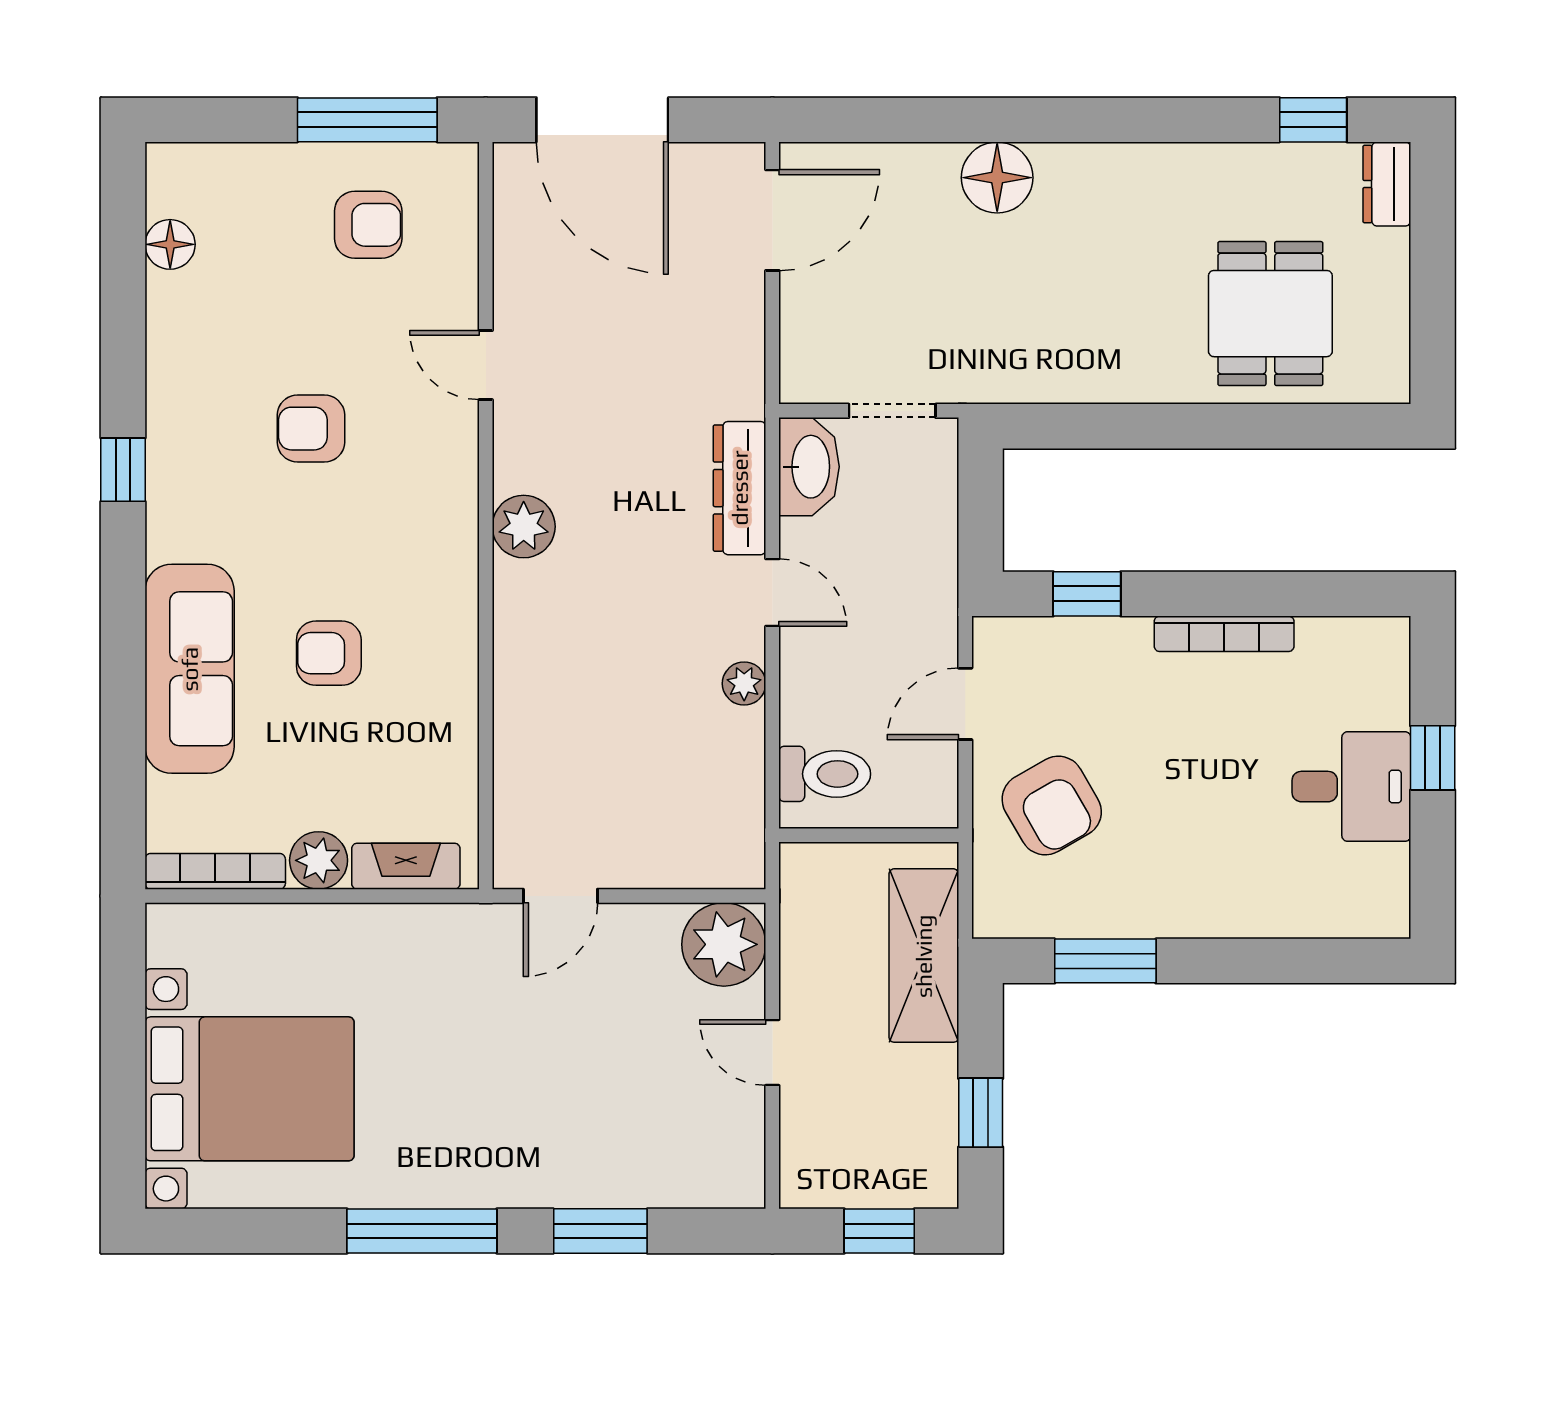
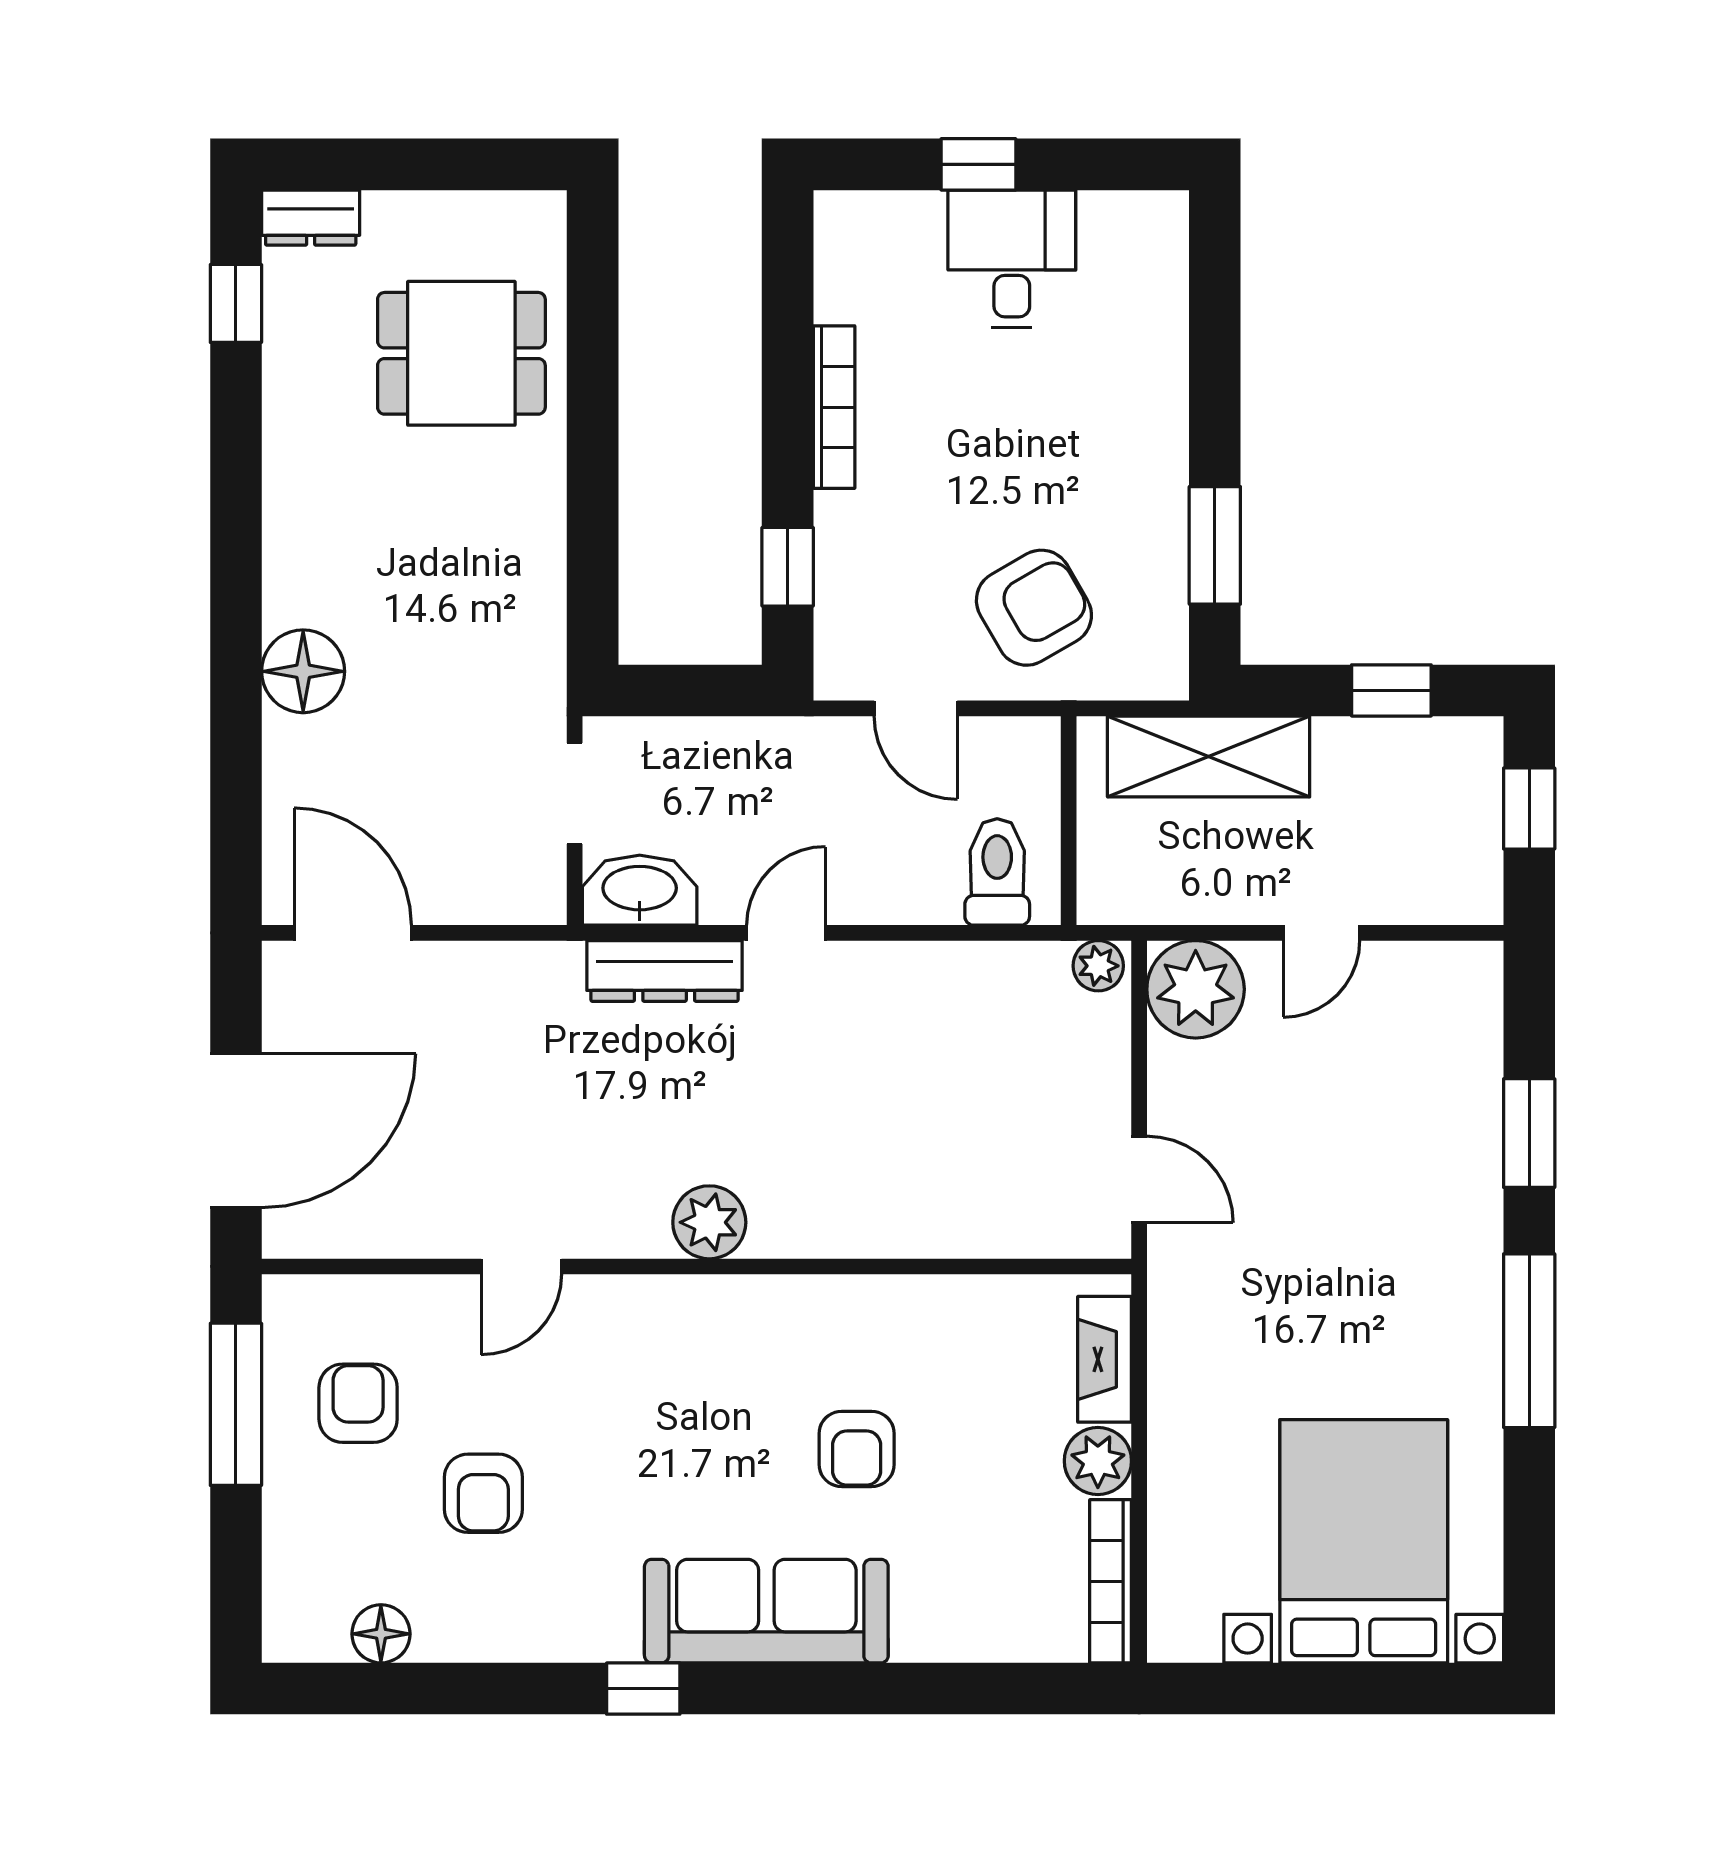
armchair: (311, 429) -> (483, 1493), moved
sofa: (190, 669) -> (766, 1611), moved
plant: (744, 684) -> (1098, 966), moved

